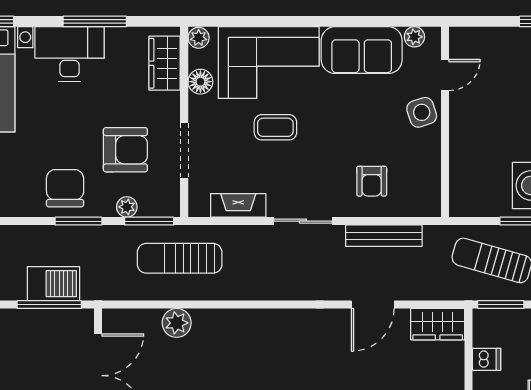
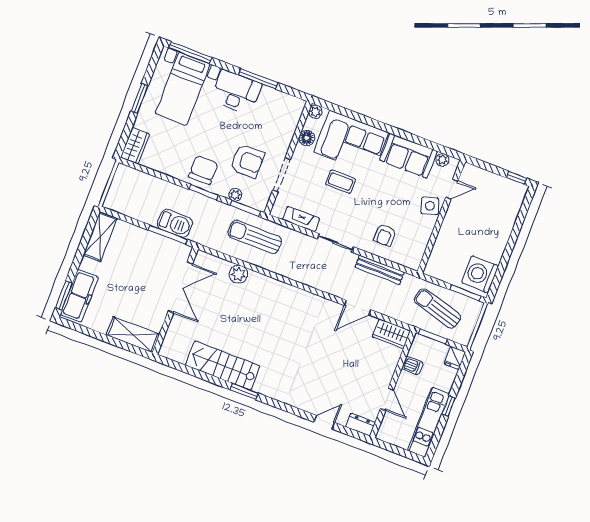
wardrobe: (165, 63) -> (290, 119), removed

